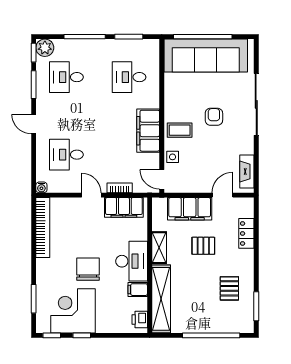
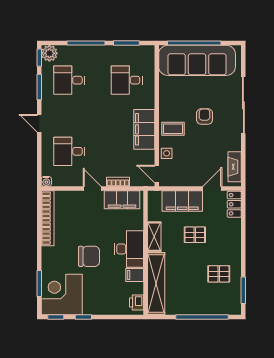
locker: (246, 233) -> (234, 204), moved
chair: (88, 269) -> (89, 256), turned 90
pallet: (229, 288) -> (219, 274), turned 90
corner desk: (73, 311) -> (62, 295), moved

